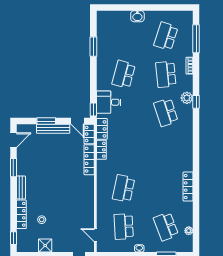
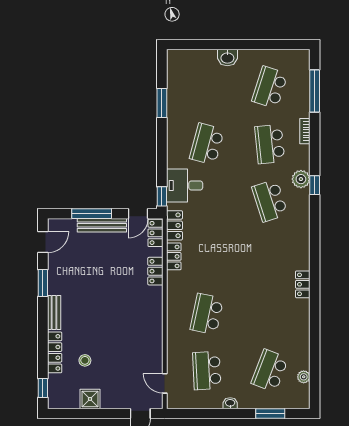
window: (46, 121) -> (92, 214), width x1.44
door: (77, 121) -> (138, 214), hinge flipped
locker: (89, 160) -> (155, 271), width x0.66
locker: (188, 187) -> (303, 284), moved, width x0.66
school desk: (166, 226) -> (270, 371), turned 42

